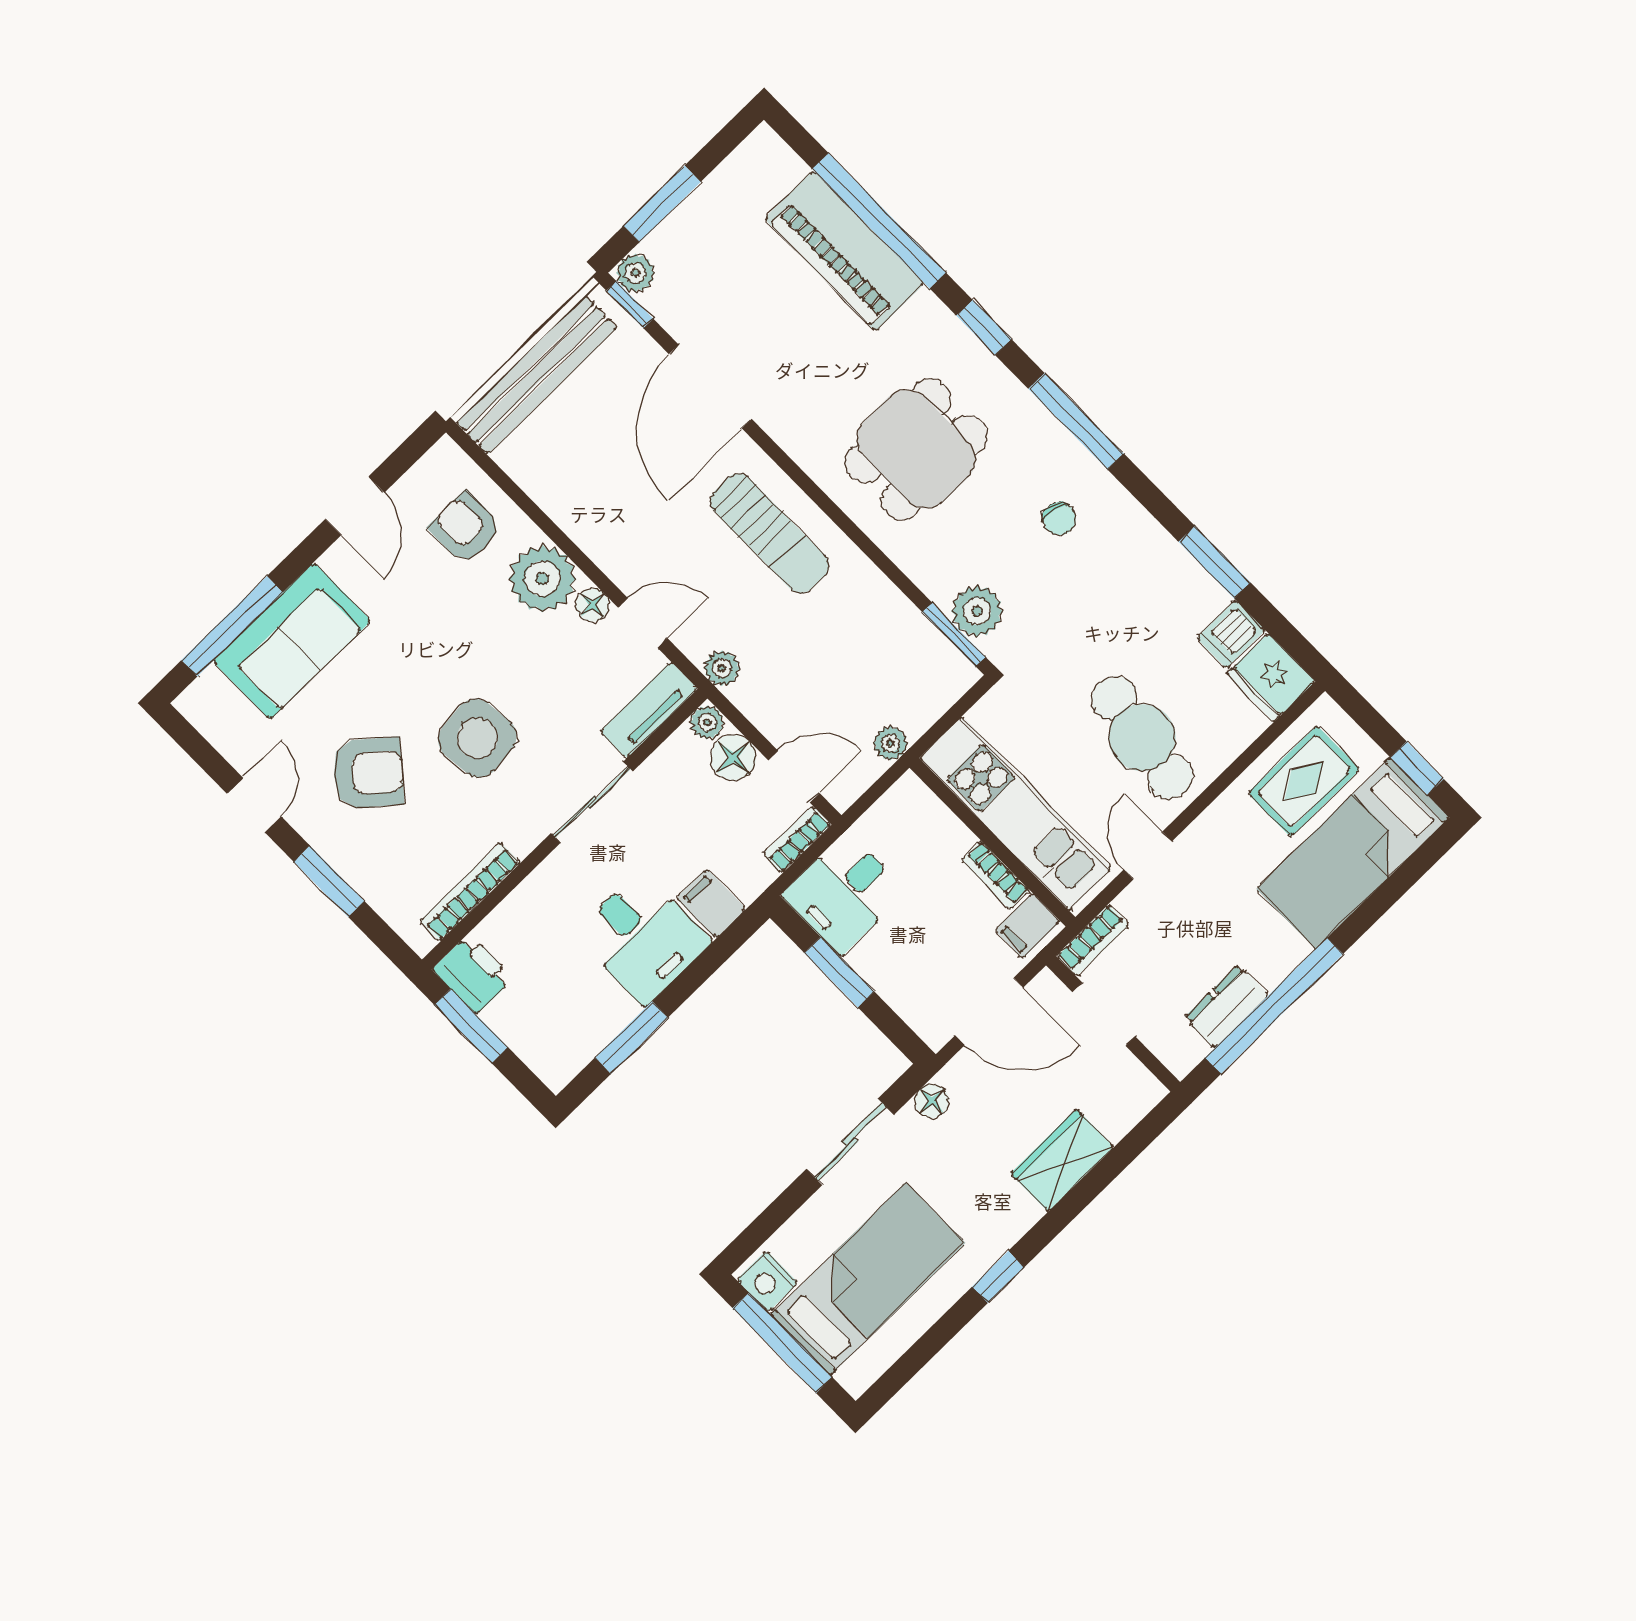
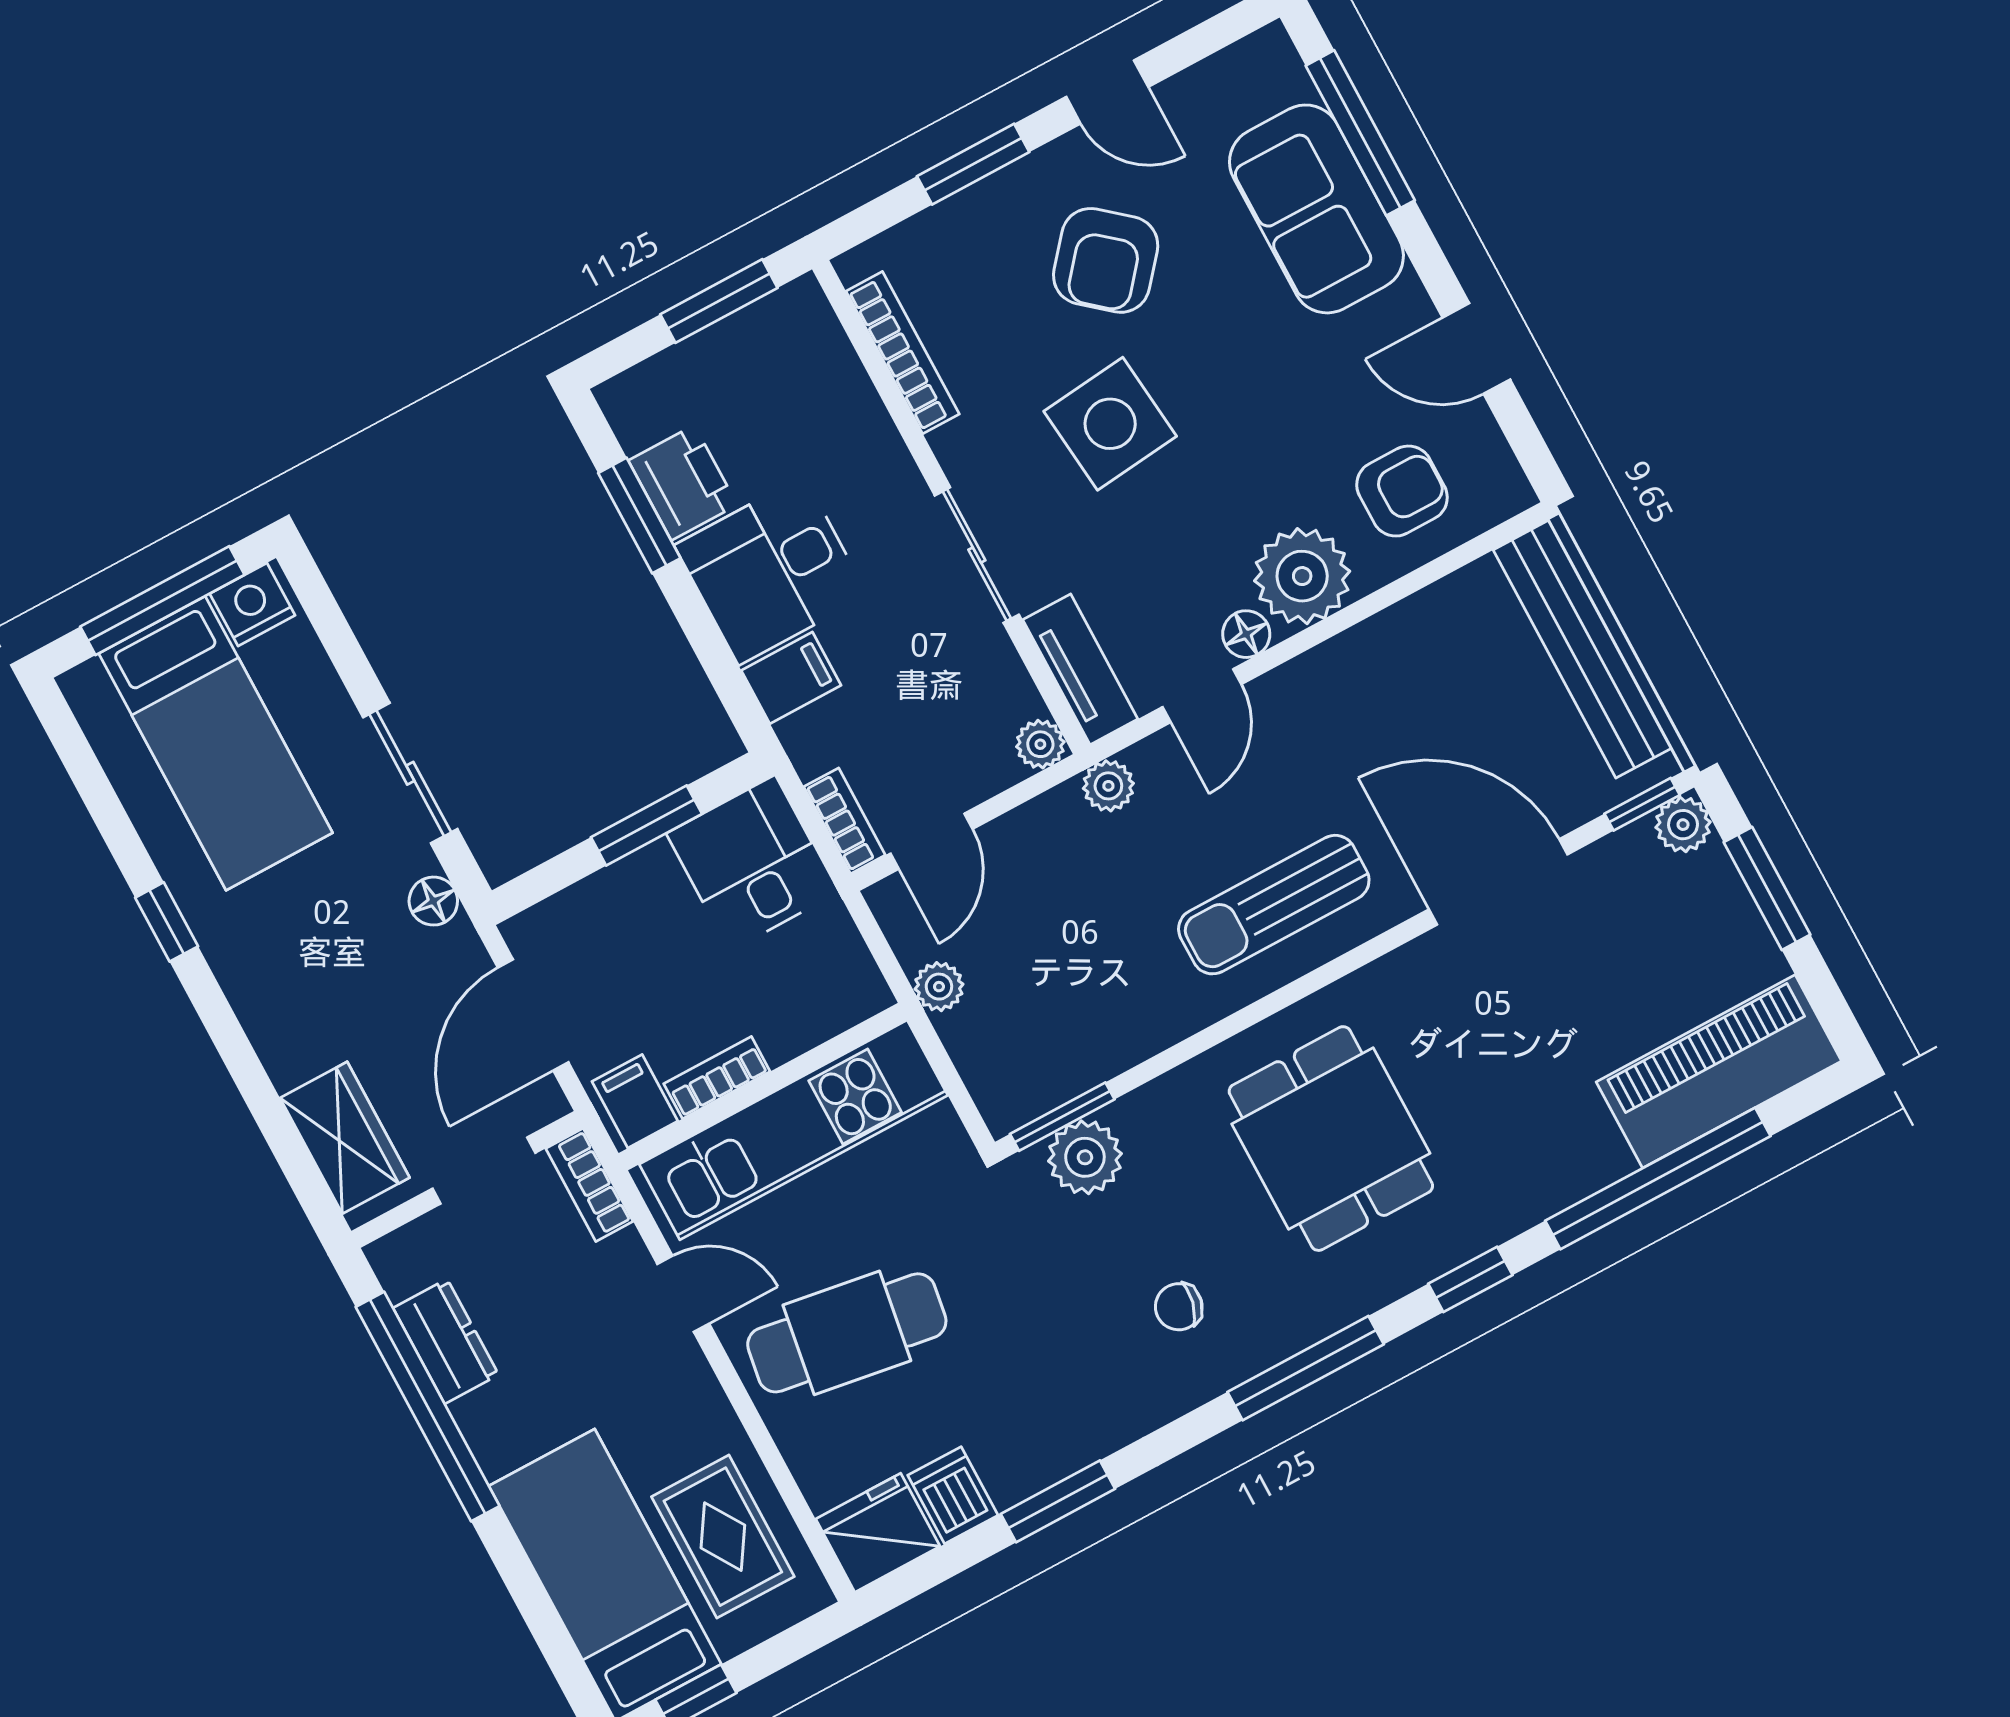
piano: (844, 251) -> (1719, 1071), moved
floor lamp: (733, 757) -> (982, 766), removed
printer: (473, 974) -> (683, 483), moved, turned -90
wardrobe: (1062, 1160) -> (345, 1138), moved

